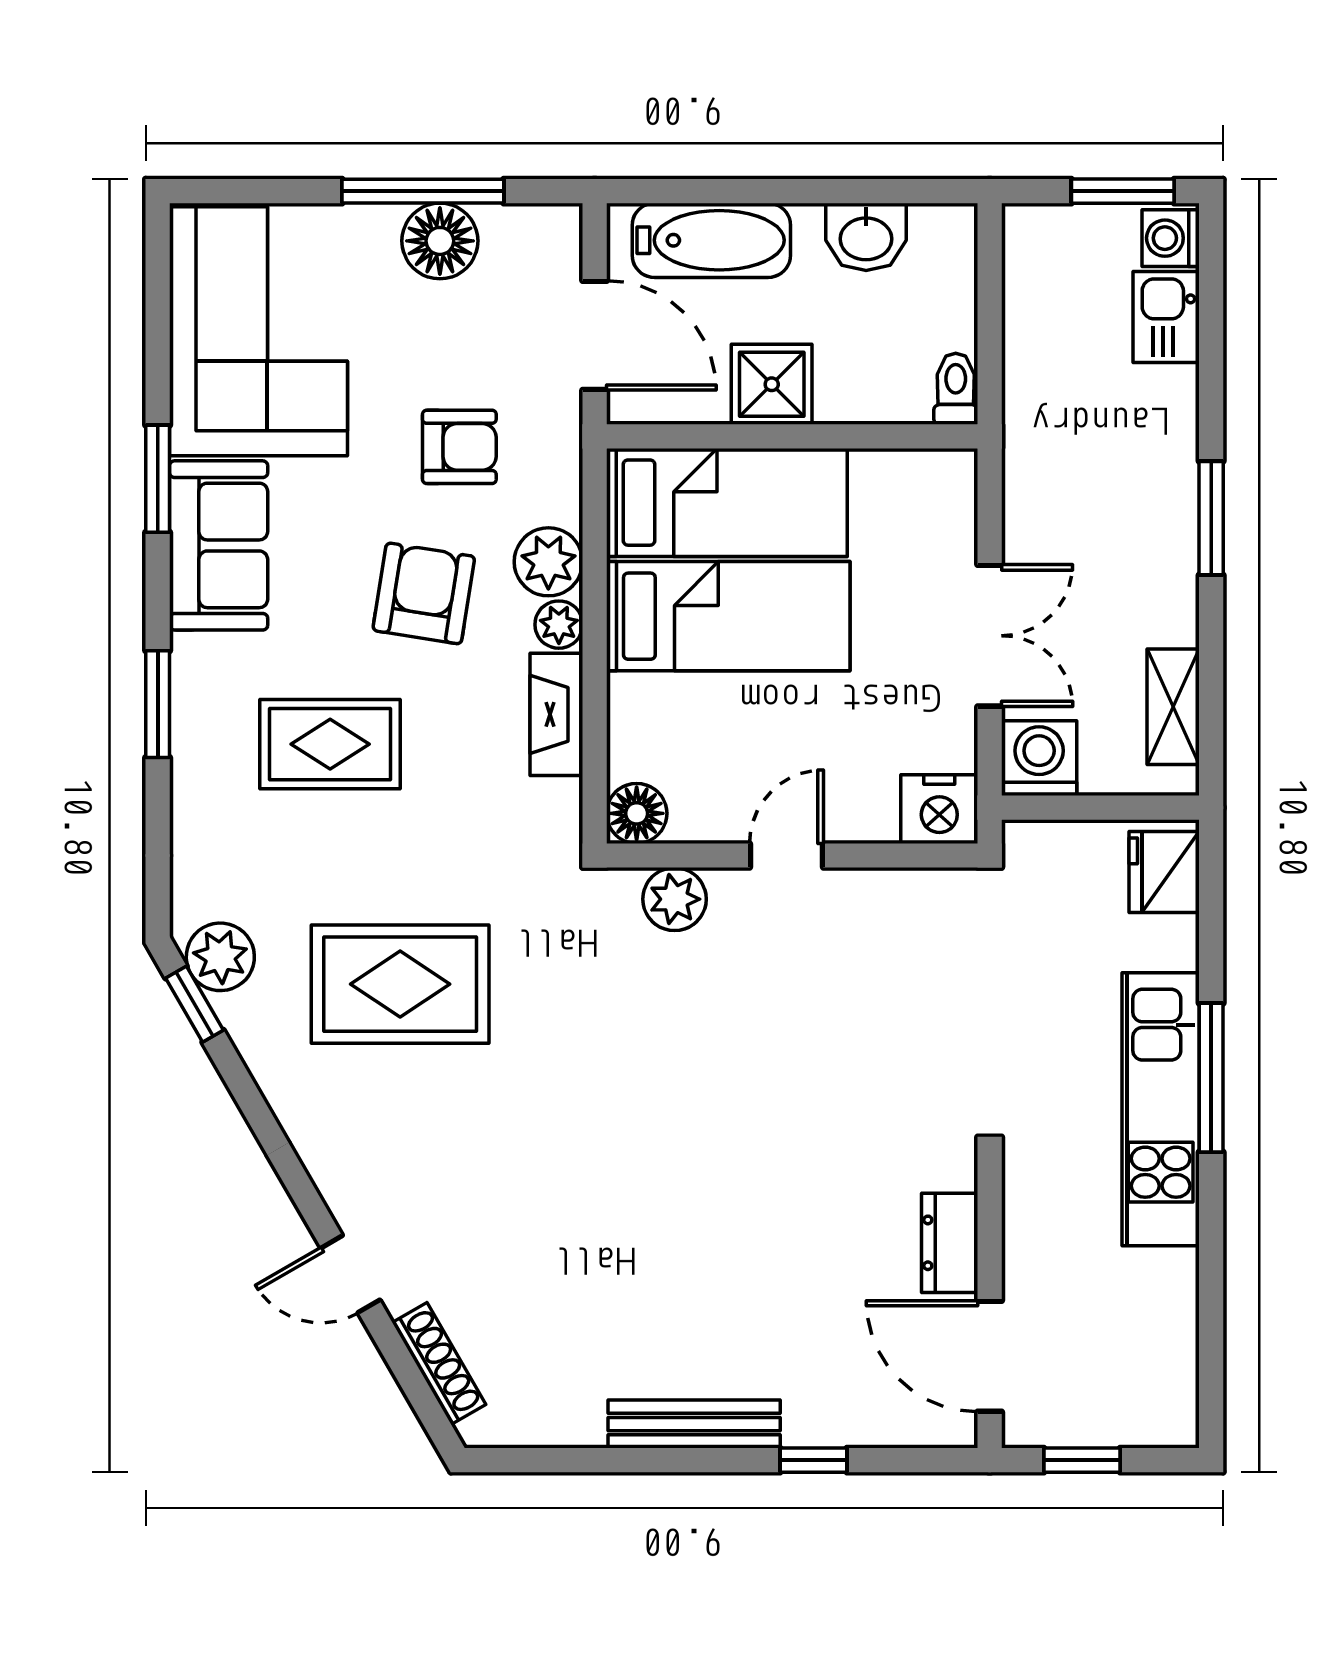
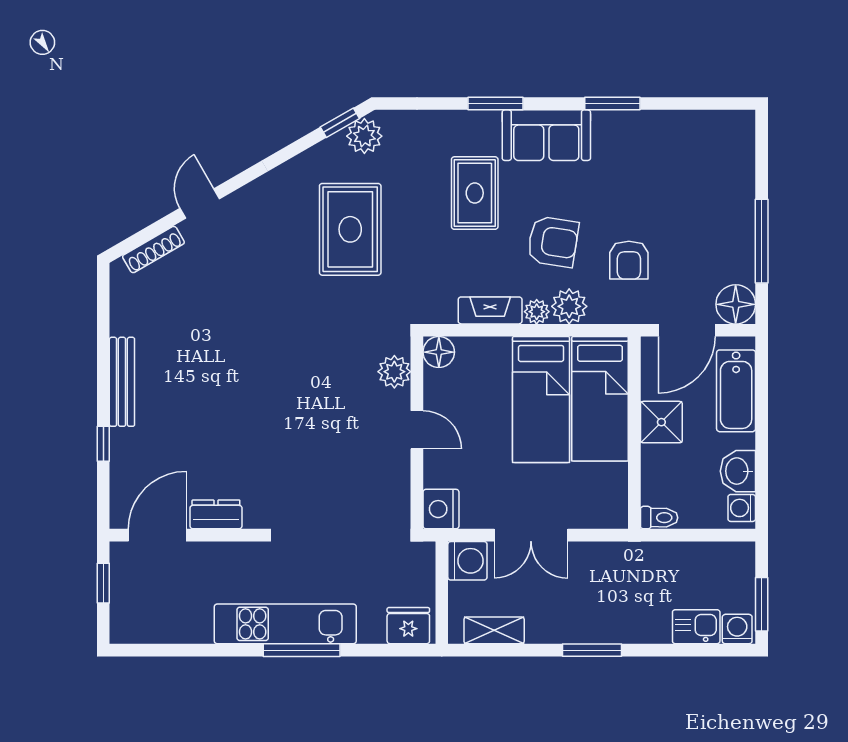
washing machine: (937, 229) -> (742, 508), added
floor lamp: (440, 241) -> (736, 304), moved
corner sofa: (258, 331) -> (689, 156), removed
sofa: (219, 545) -> (546, 135), moved

